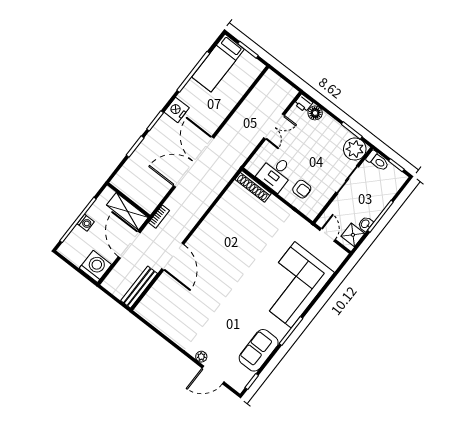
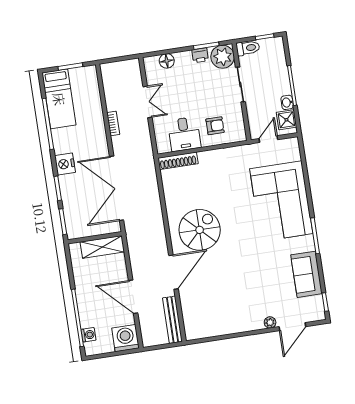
printer: (303, 103) -> (200, 55), moved
wall: (129, 200) -> (95, 238), moved
shelving: (127, 211) -> (102, 247), moved
bookcase: (159, 217) -> (113, 123), moved
washing machine: (86, 223) -> (88, 335), moved
door: (328, 235) -> (268, 139), hinge flipped
spiral stairs: (219, 247) -> (200, 230), added
door: (173, 256) -> (174, 272), hinge flipped

